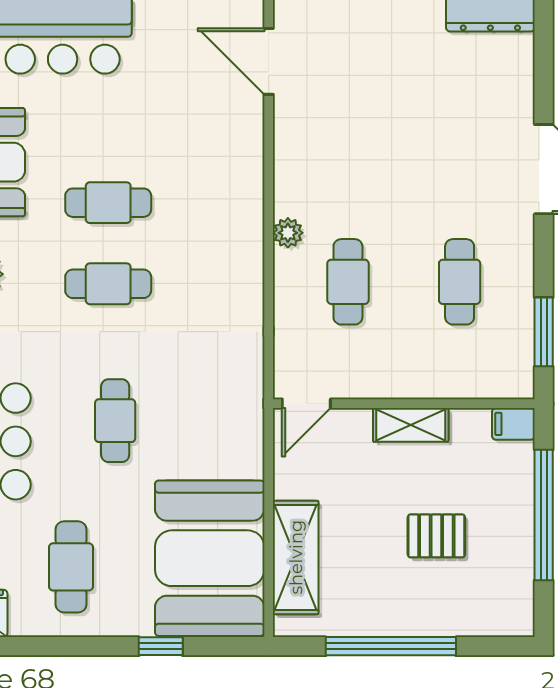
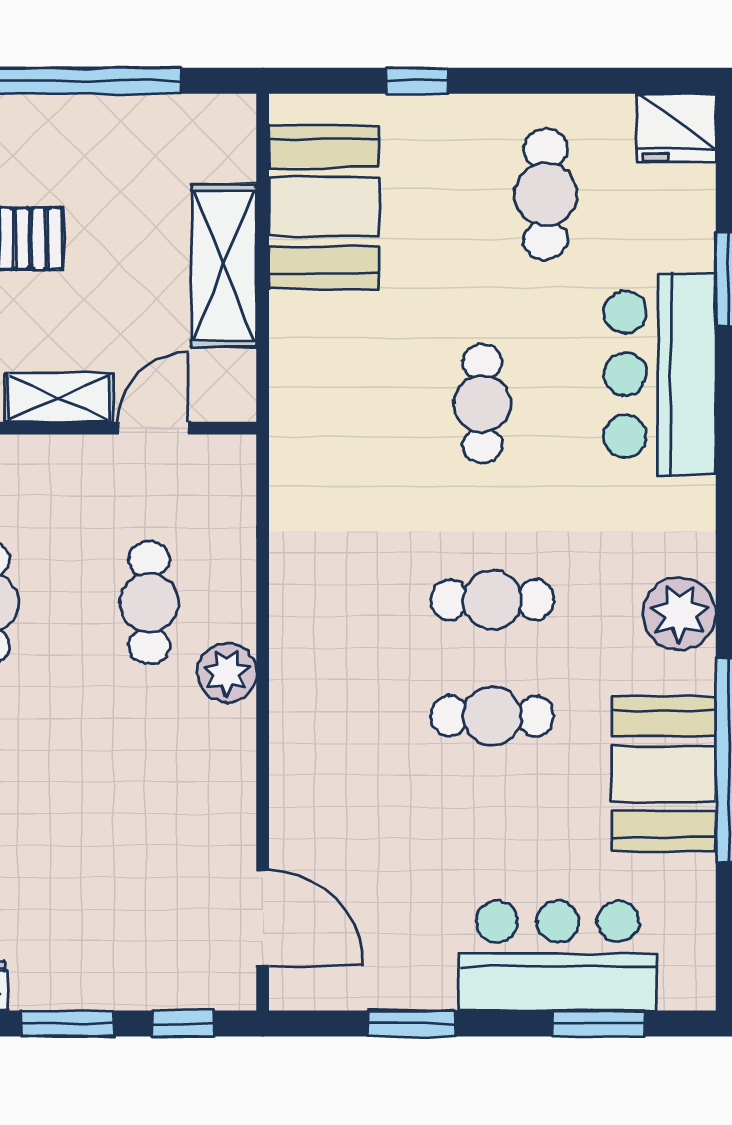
plant: (288, 233) -> (227, 673), width x1.38, depth x1.38
door: (306, 404) -> (153, 428), moved
shelving: (296, 557) -> (224, 265), moved
booth: (210, 558) -> (324, 207), width x0.73, depth x0.70

